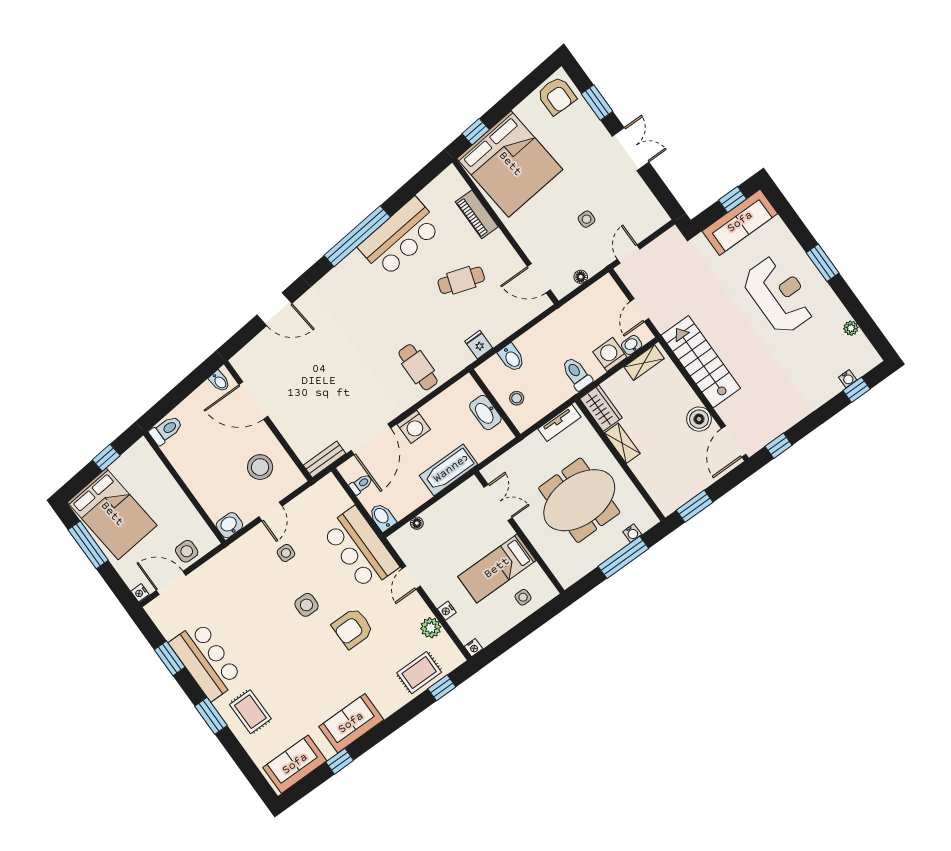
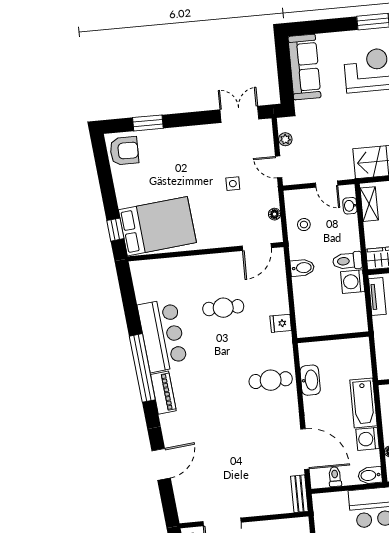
double door: (630, 149) -> (239, 114), moved
bed: (510, 164) -> (157, 226), width x0.73
window: (732, 199) -> (284, 62), removed
piano: (477, 214) -> (163, 393), moved, turned -96
plant: (659, 245) -> (285, 139), added
cafe table: (461, 280) -> (223, 308), turned 72
washing machine: (610, 354) -> (353, 282), moved
bidet: (512, 358) -> (302, 268), moved
stool: (517, 398) -> (304, 225), moved
washbasin: (485, 413) -> (310, 380), moved, turned -90
washing machine: (414, 427) -> (367, 439), moved, turned 180

